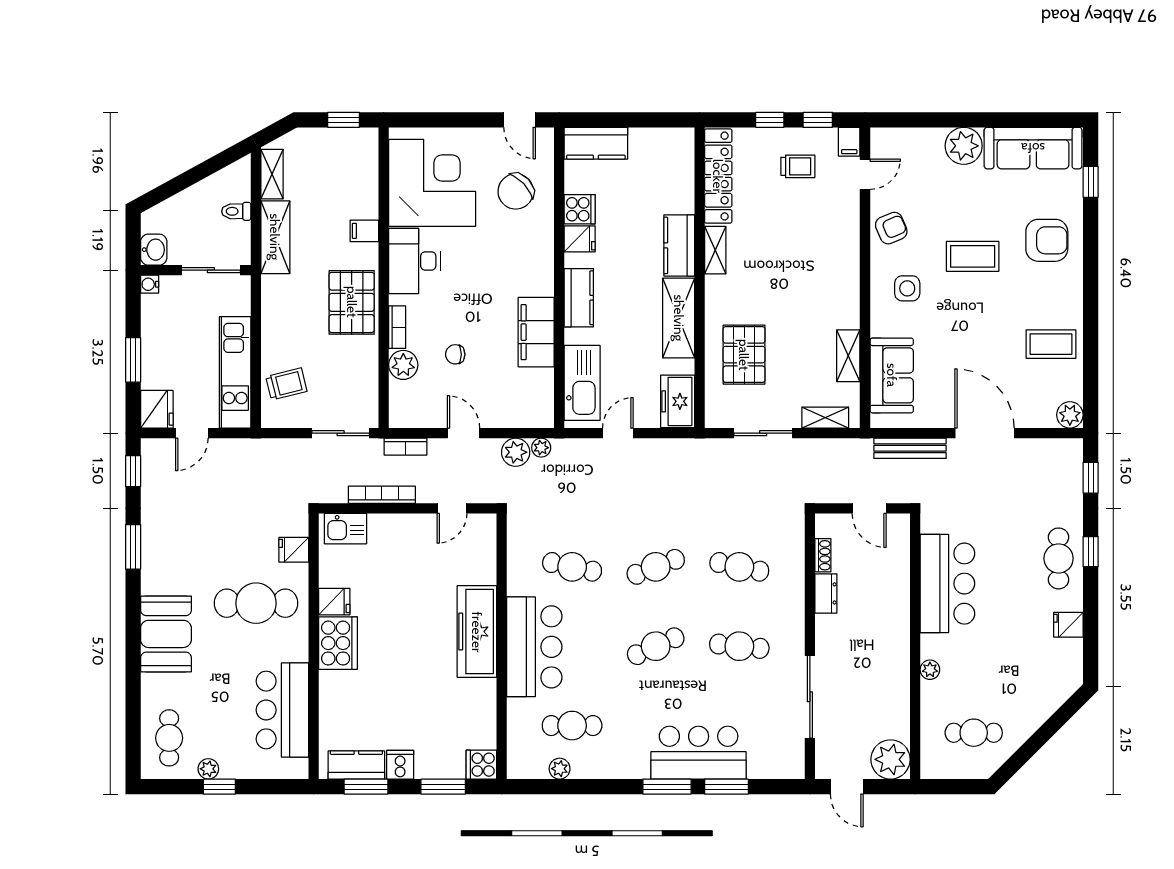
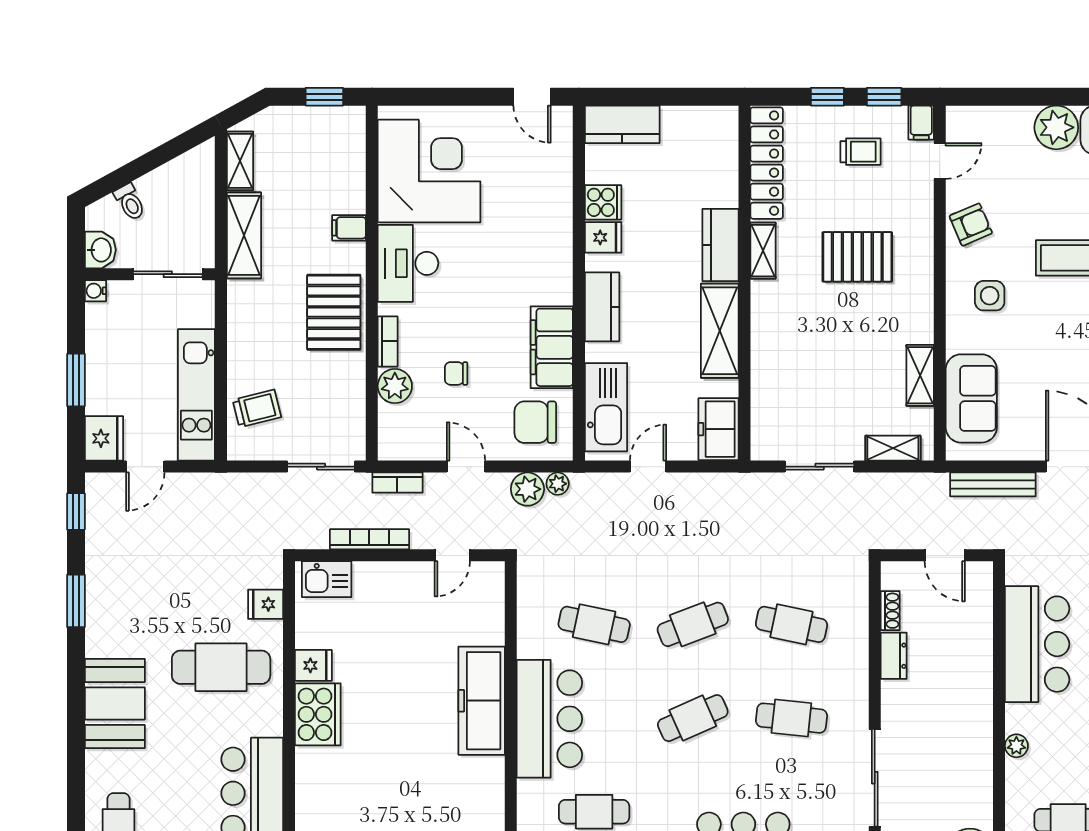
chair: (516, 191) -> (535, 422), moved, turned 43
toilet: (236, 211) -> (130, 202), moved, turned -119
pallet: (744, 355) -> (857, 257), moved, turned 90

